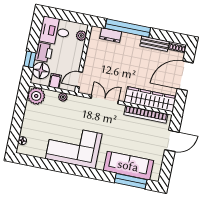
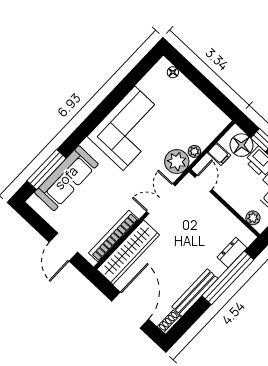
bench: (155, 44) -> (195, 293), width x1.36
plant: (36, 96) -> (177, 162), moved
double door: (105, 100) -> (161, 199), swing flipped

